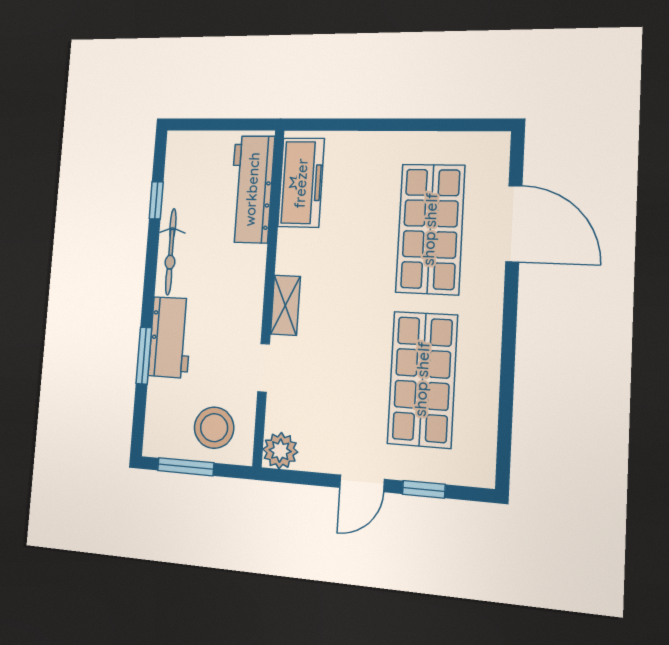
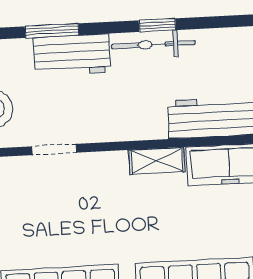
window: (156, 200) -> (157, 25), moved
shelving: (285, 305) -> (157, 161), moved

